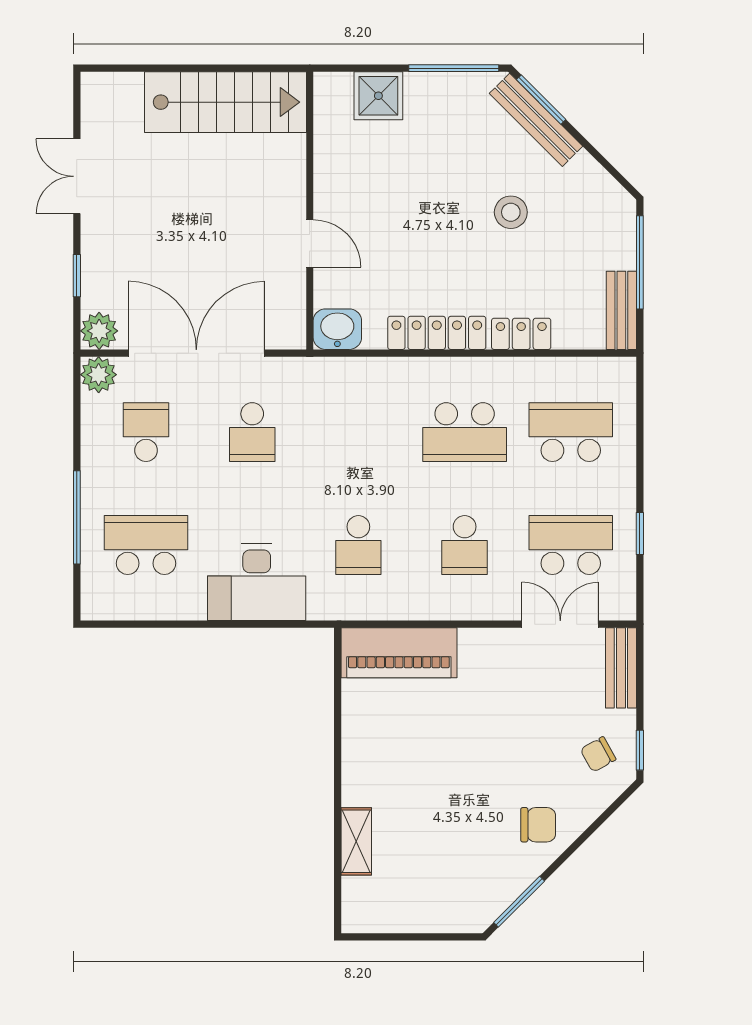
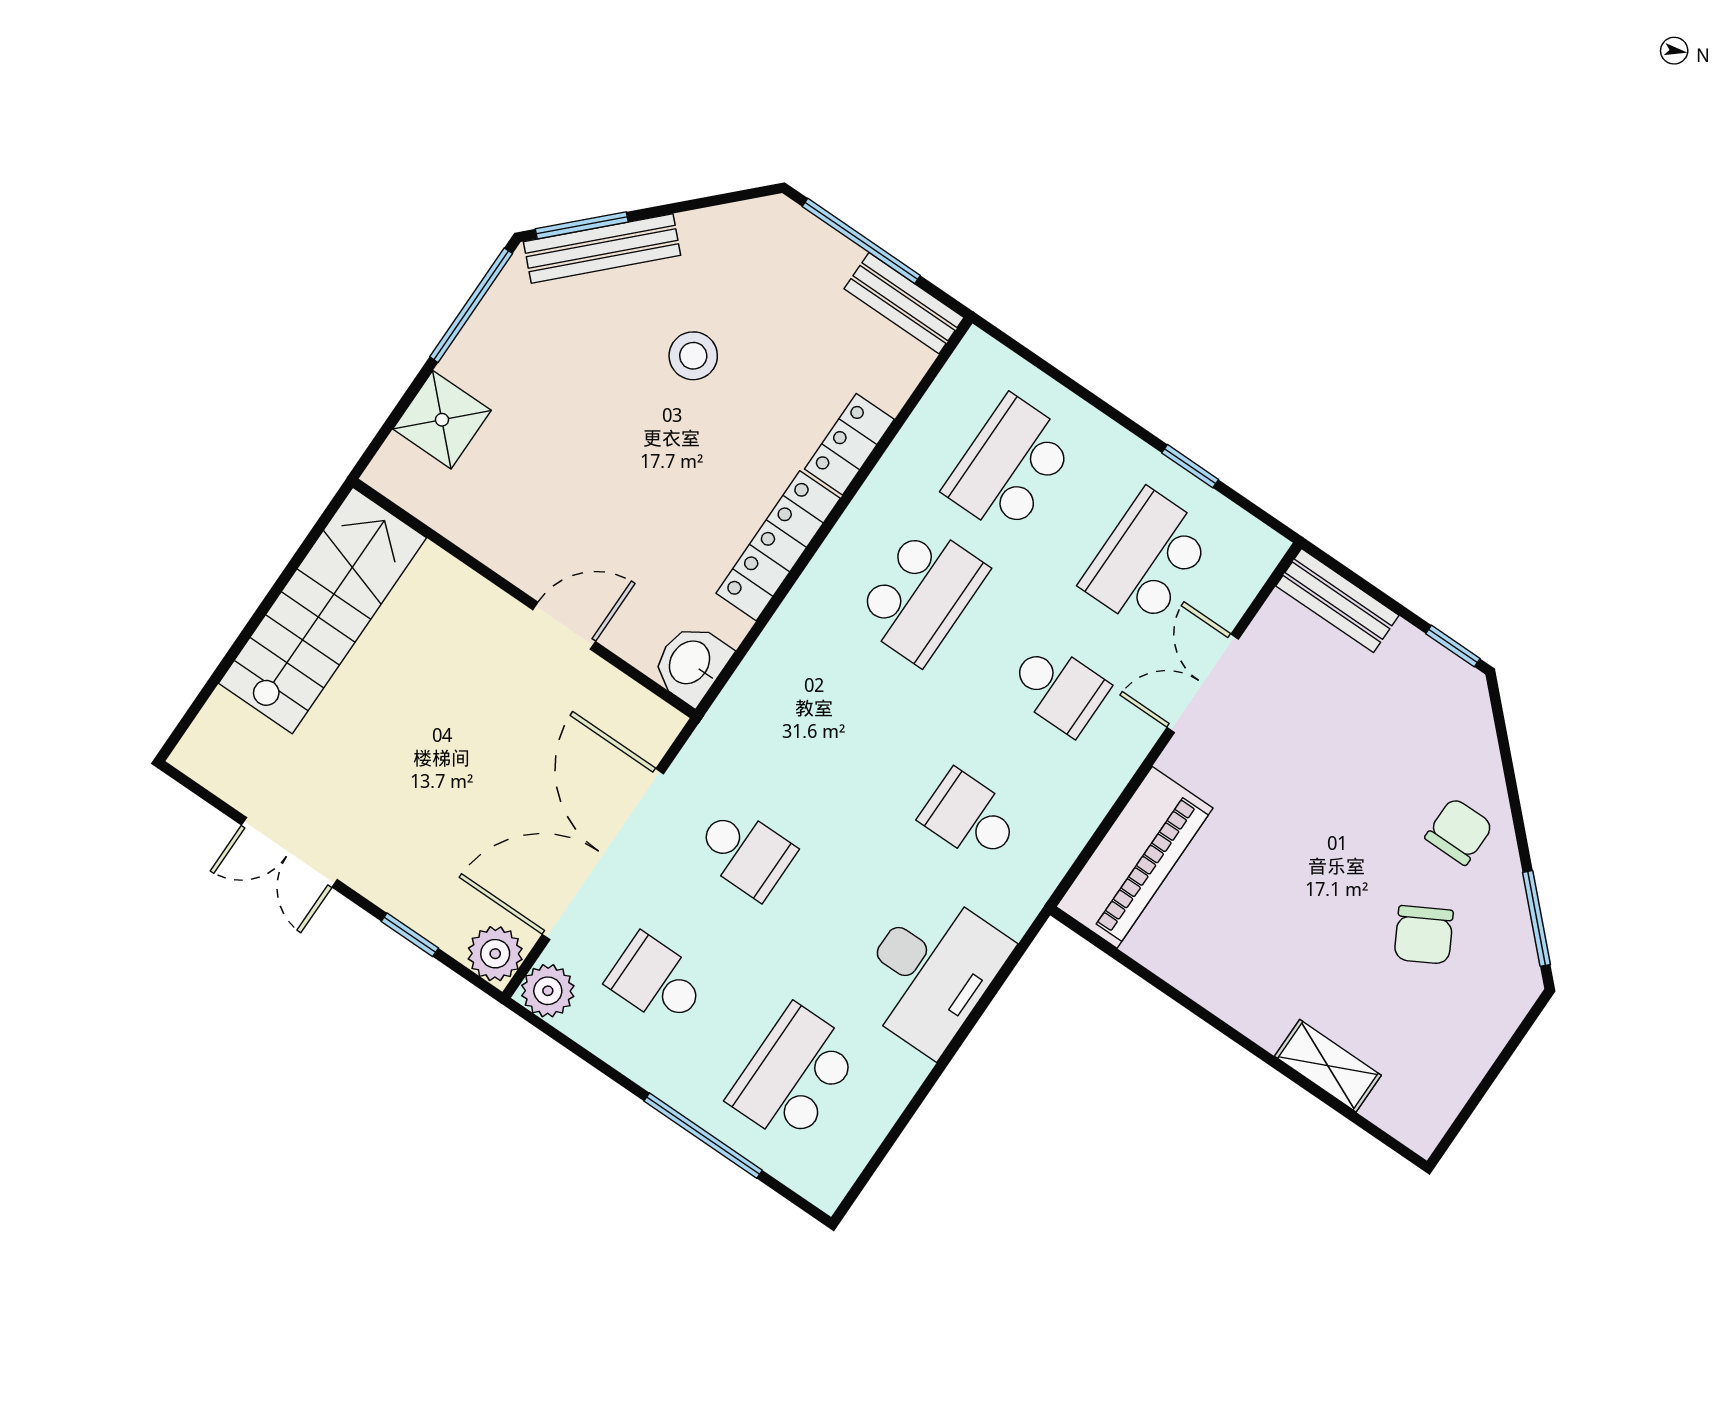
school desk: (358, 545) -> (970, 817), turned 180
double door: (560, 624) -> (1203, 683), moved
chair: (598, 754) -> (1424, 935), moved, width x1.37, depth x1.37

